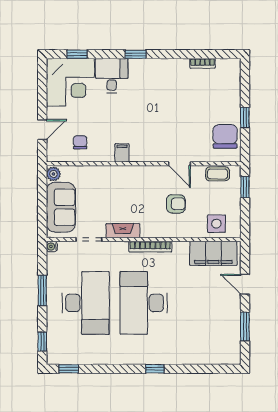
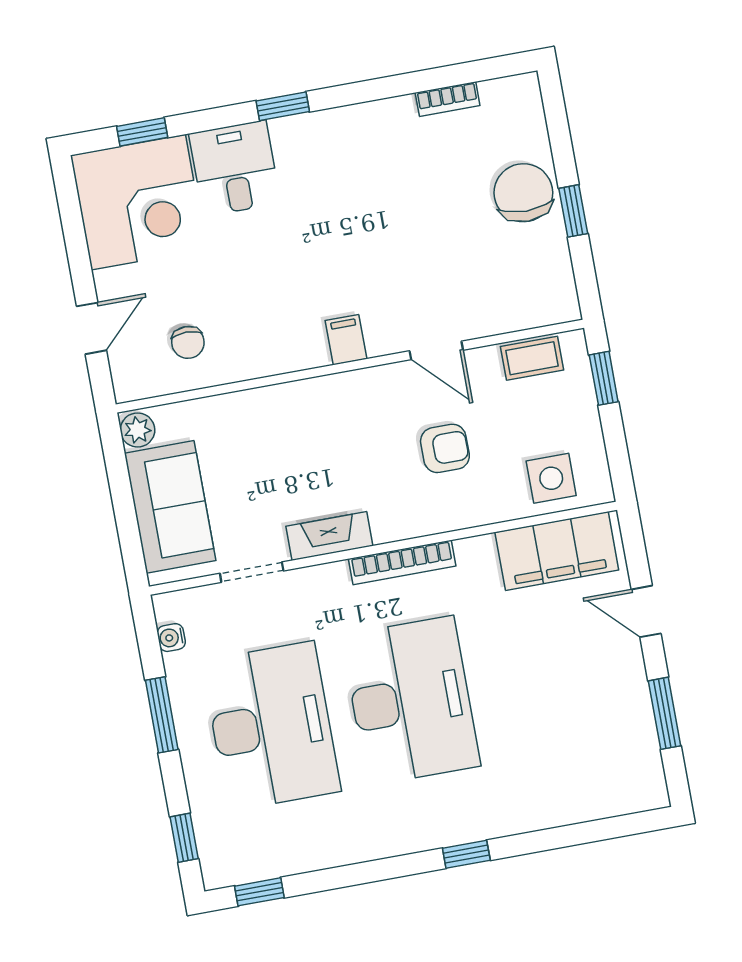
chair: (225, 136) -> (523, 193), moved
chair: (80, 142) -> (188, 342), turned 180
filing cabinet: (122, 153) -> (346, 340), moved
water cooler: (52, 247) -> (171, 638), moved
desk: (144, 303) -> (411, 701), turned 180

